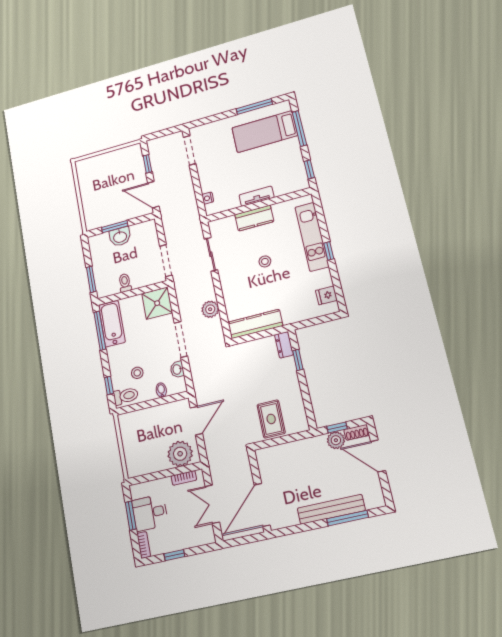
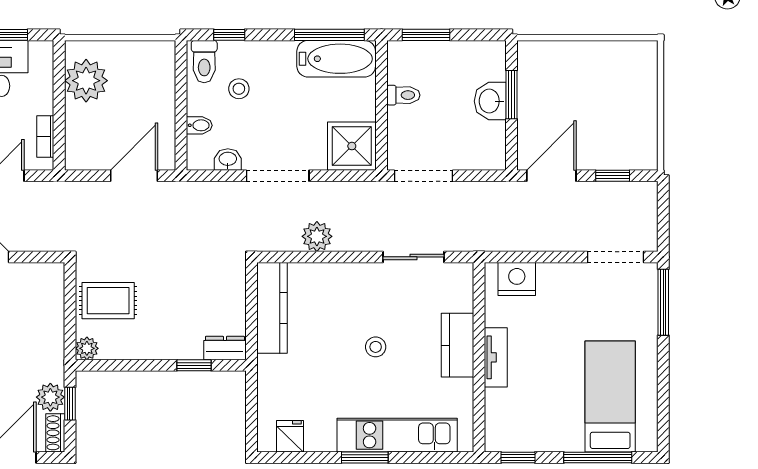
window: (254, 107) -> (663, 302), moved
nightstand: (208, 198) -> (517, 279), width x1.89, depth x1.79
window: (329, 251) -> (365, 457), width x1.50
door: (196, 421) -> (134, 176), swing flipped
plant: (302, 425) -> (87, 348), added
plant: (180, 454) -> (86, 81), moved

